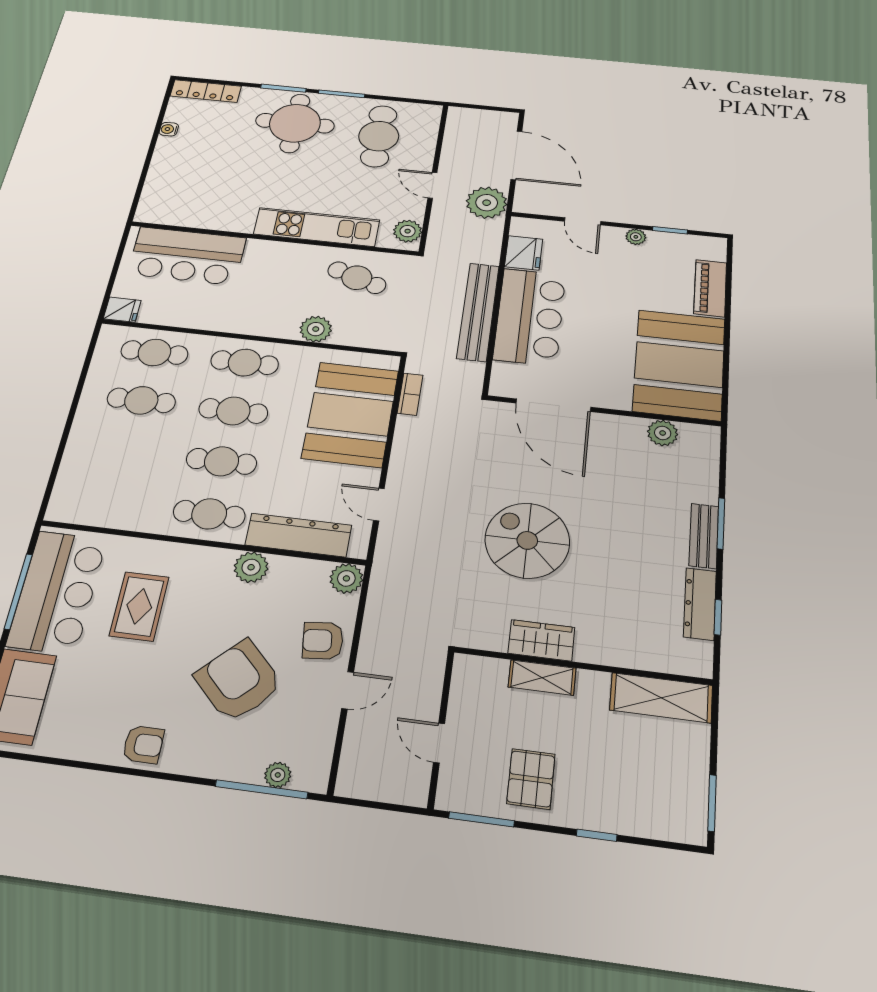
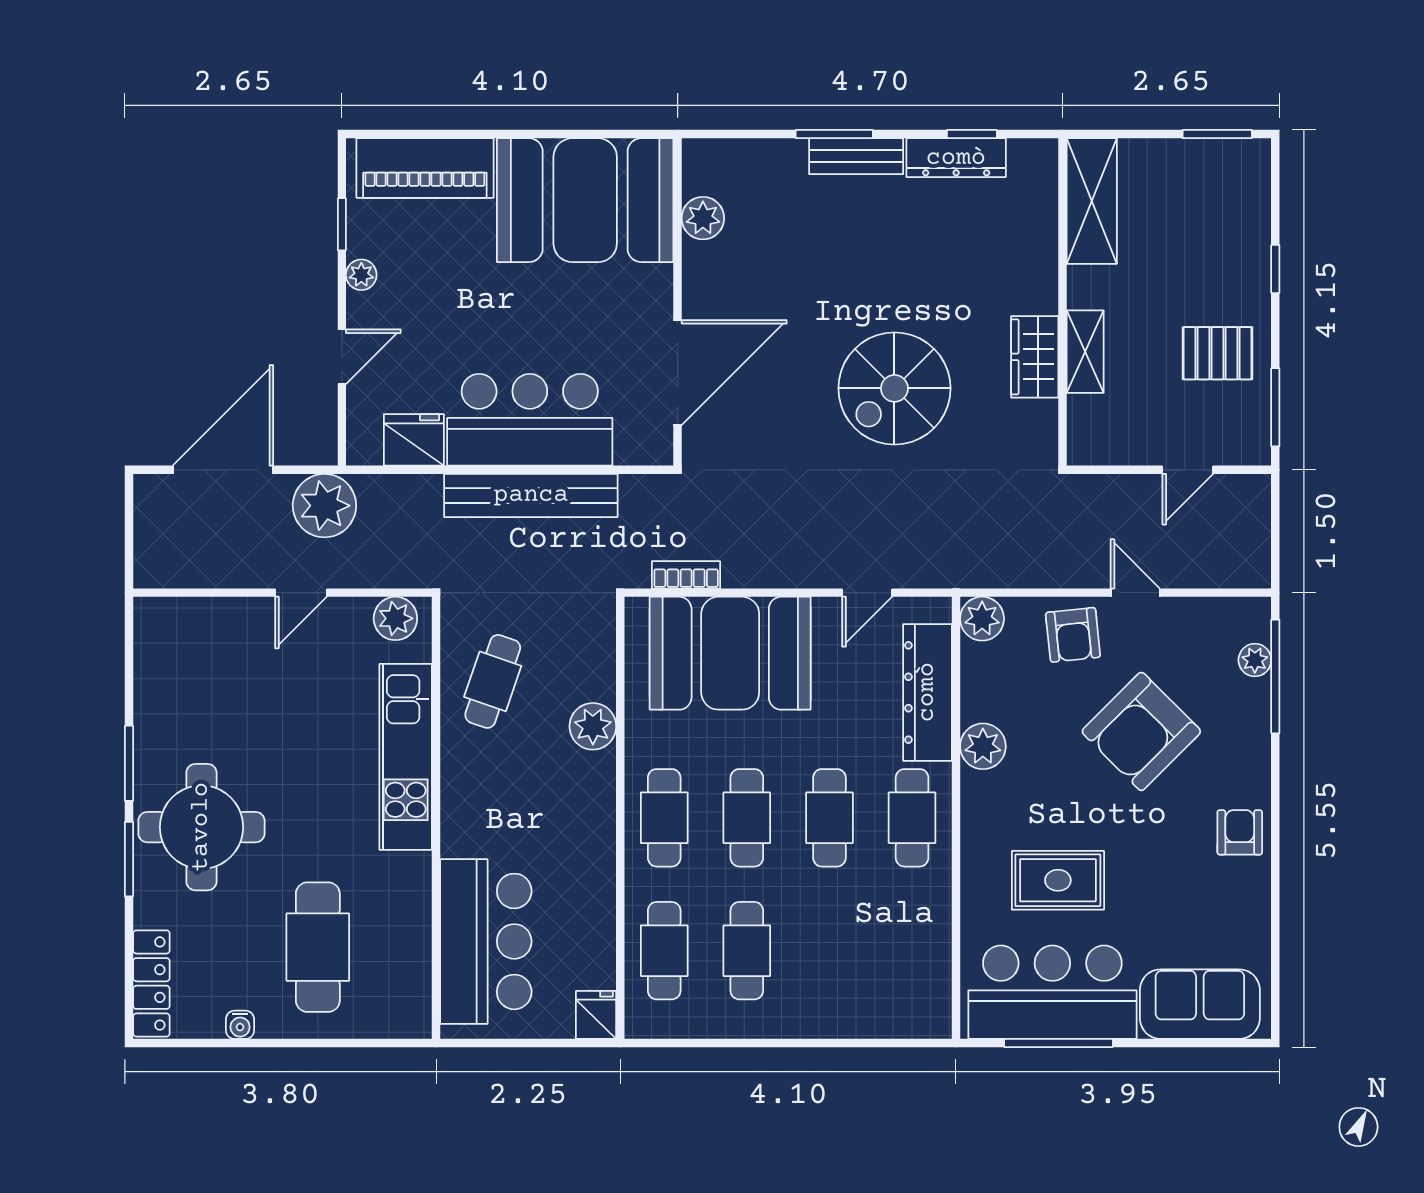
cafe table: (379, 136) -> (318, 947), moved, turned 90
piano: (710, 288) -> (425, 168), width x1.37, depth x1.33

